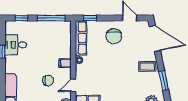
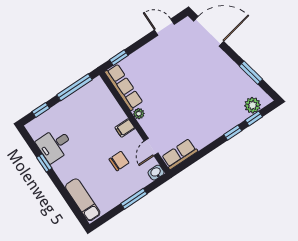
chair: (114, 36) -> (160, 60), removed
coffee table: (147, 67) -> (221, 69), removed

